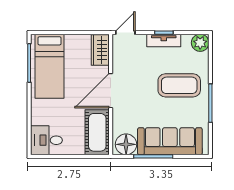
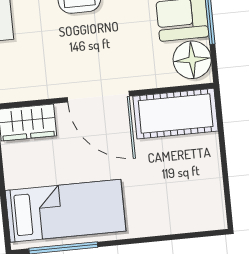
desk: (46, 140) -> (199, 203), removed

